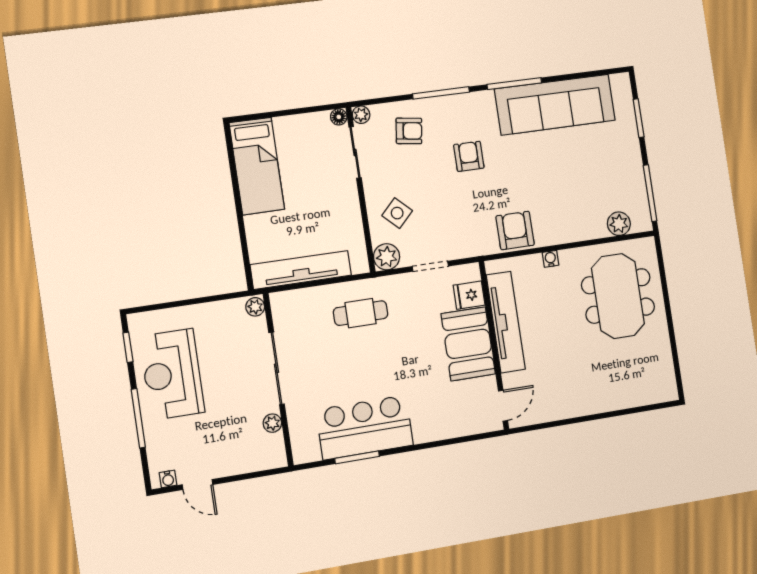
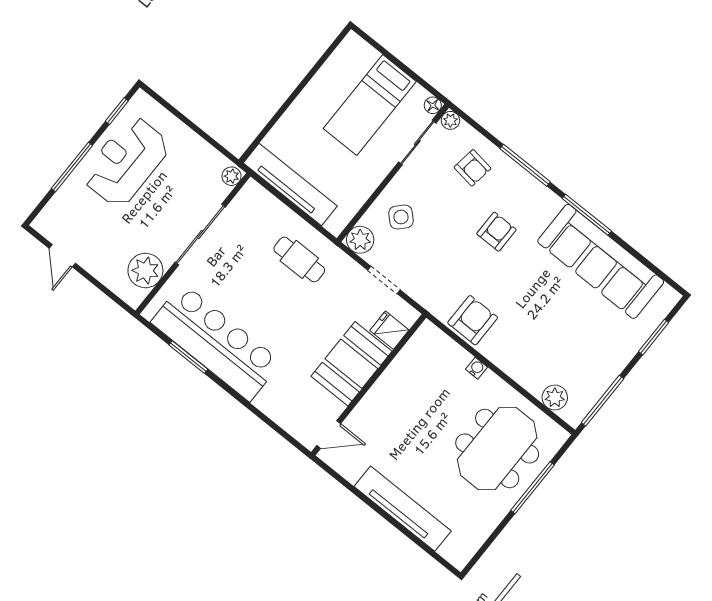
bed: (257, 166) -> (370, 105), moved
window: (666, 296) -> (533, 488), added
tv unit: (506, 322) -> (403, 509), moved, turned -90
plant: (272, 423) -> (145, 270), width x1.87, depth x1.87
bar counter: (365, 427) -> (216, 342), width x1.36
water cooler: (168, 479) -> (47, 230), removed

